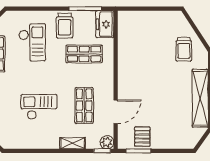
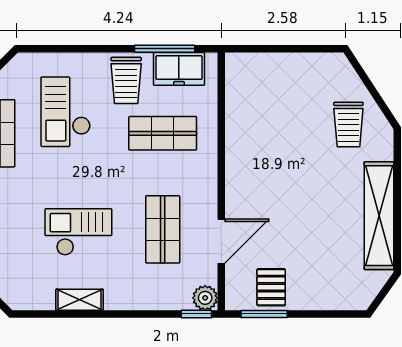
freezer: (105, 24) -> (179, 69), moved, turned -90
checkout: (32, 42) -> (66, 112), turned 180
shelving: (73, 143) -> (80, 300), moved

